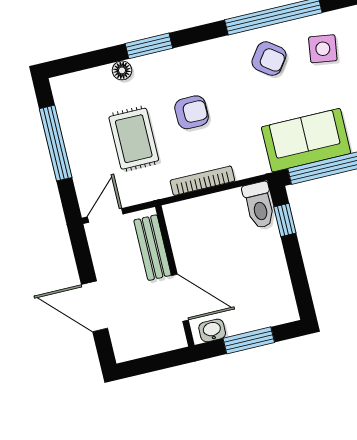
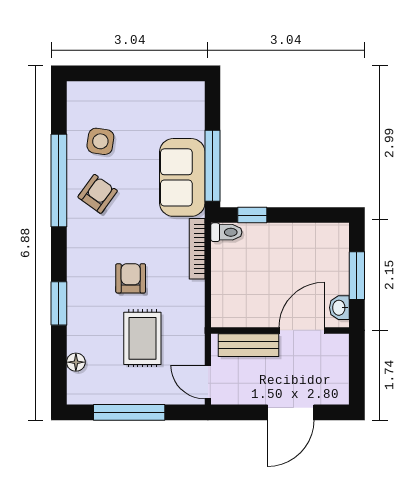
floor lamp: (122, 70) -> (76, 362), moved
rug: (134, 139) -> (142, 338), turned 90
bookcase: (202, 181) -> (197, 249), moved
toilet: (259, 205) -> (226, 232), width x0.73, depth x0.72

